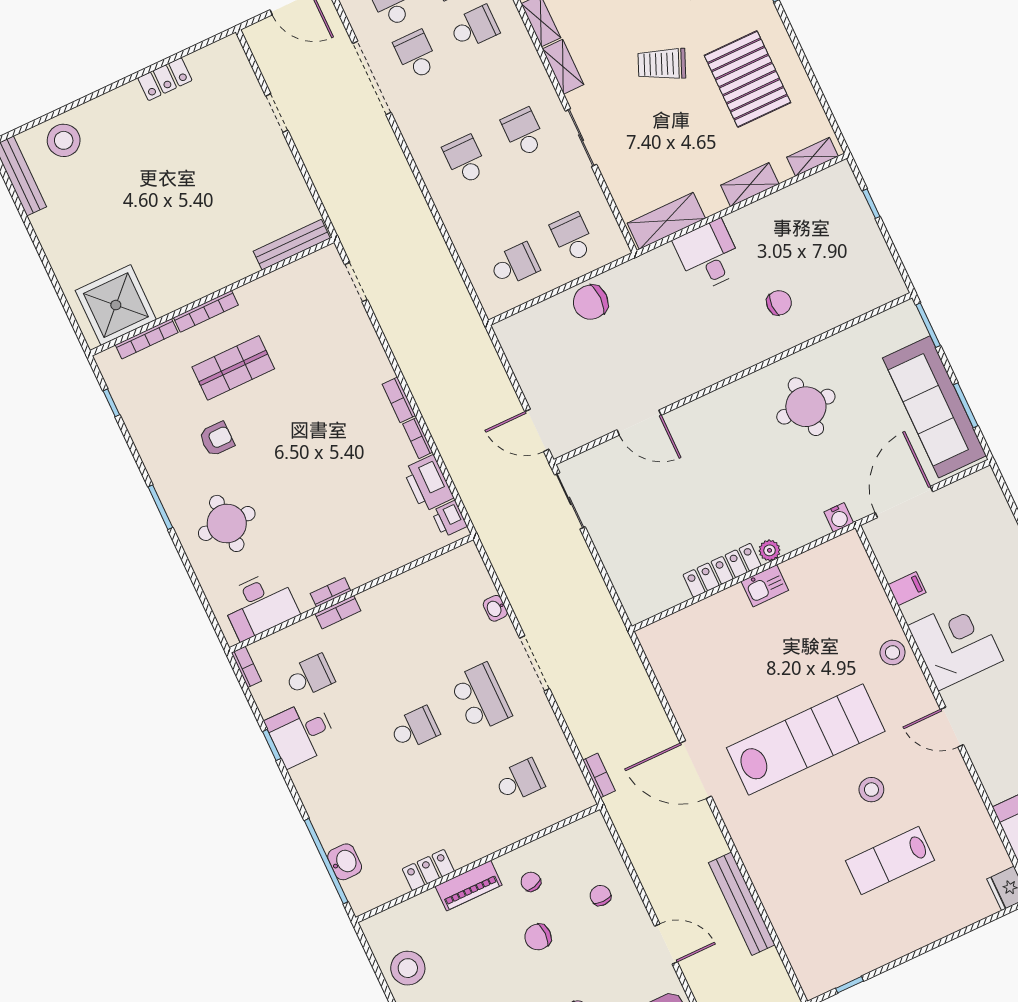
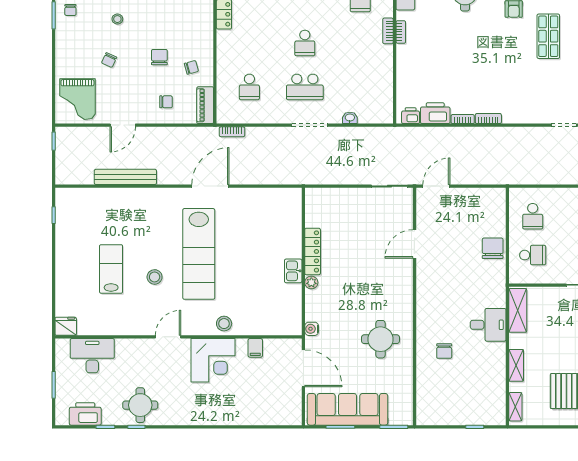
piano: (469, 886) -> (205, 105), moved

